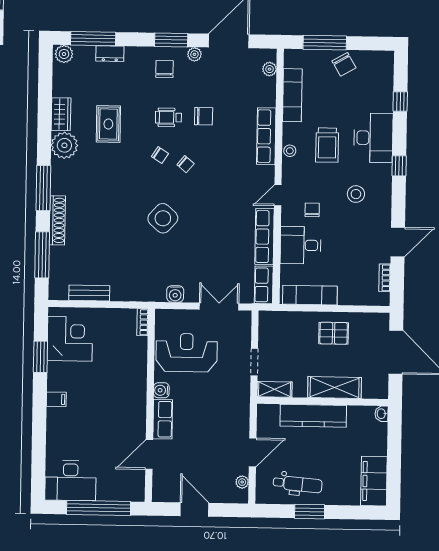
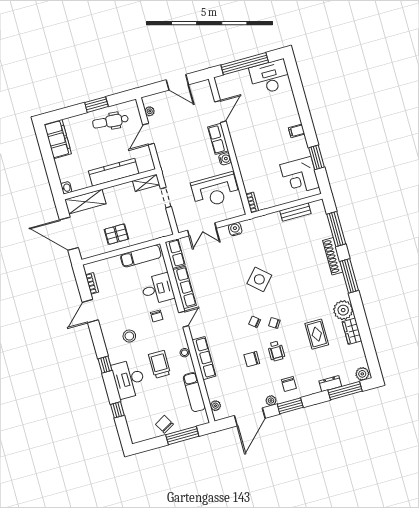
wheelchair: (168, 117) -> (276, 351), turned 90
shelving: (335, 388) -> (85, 202), moved

